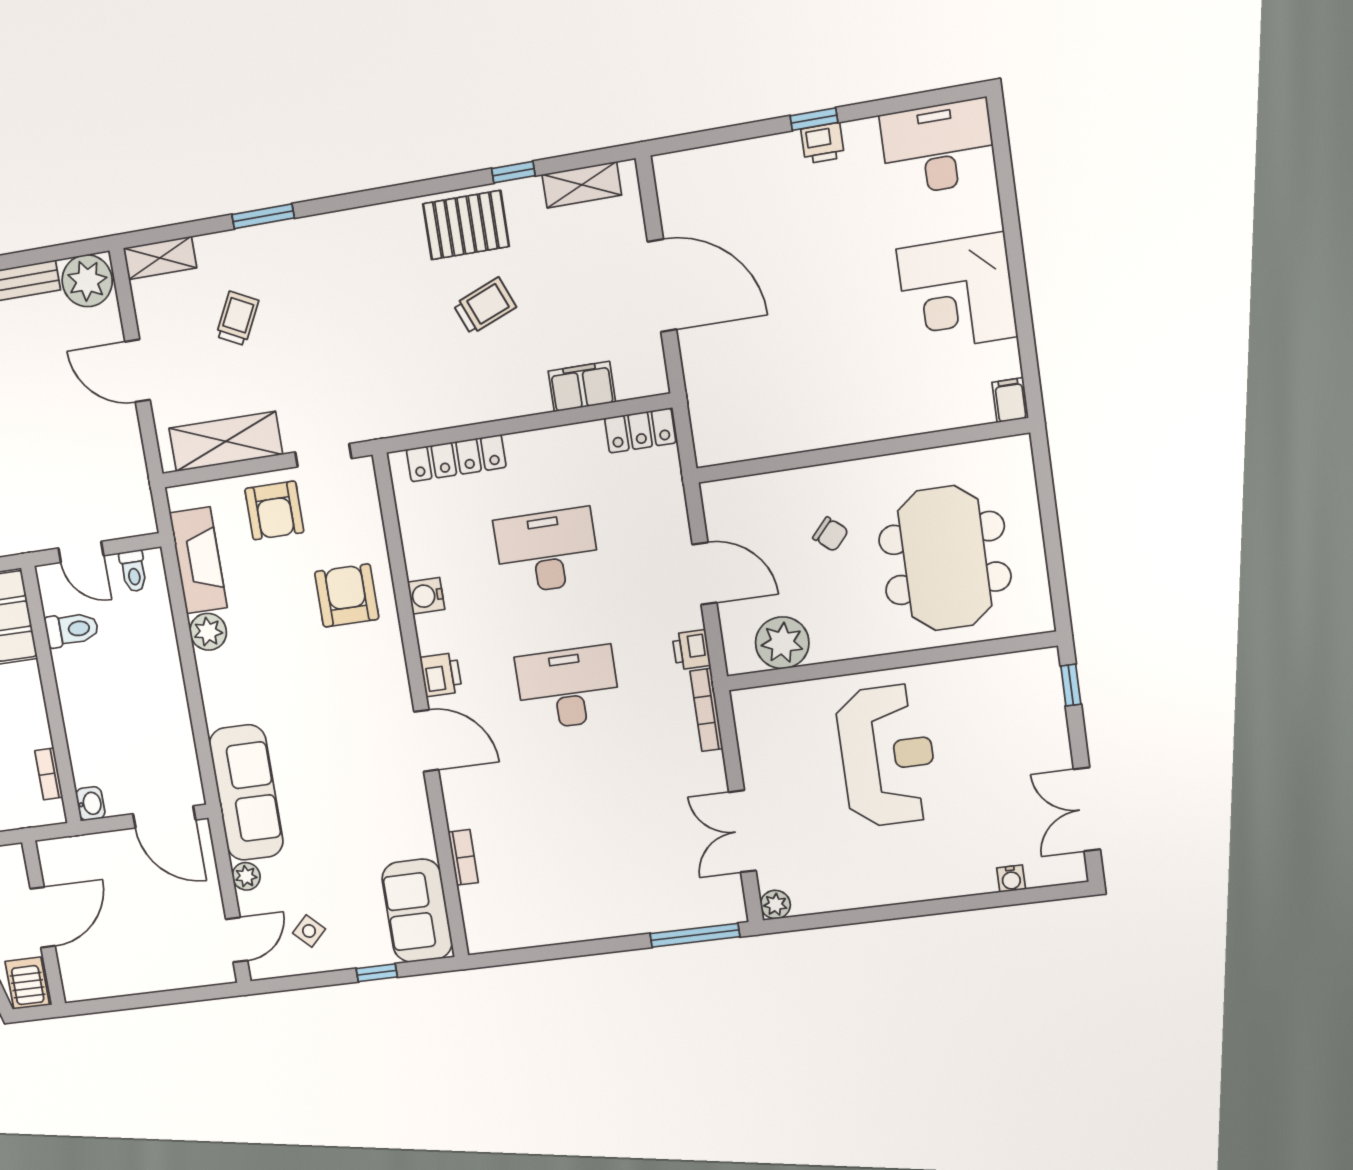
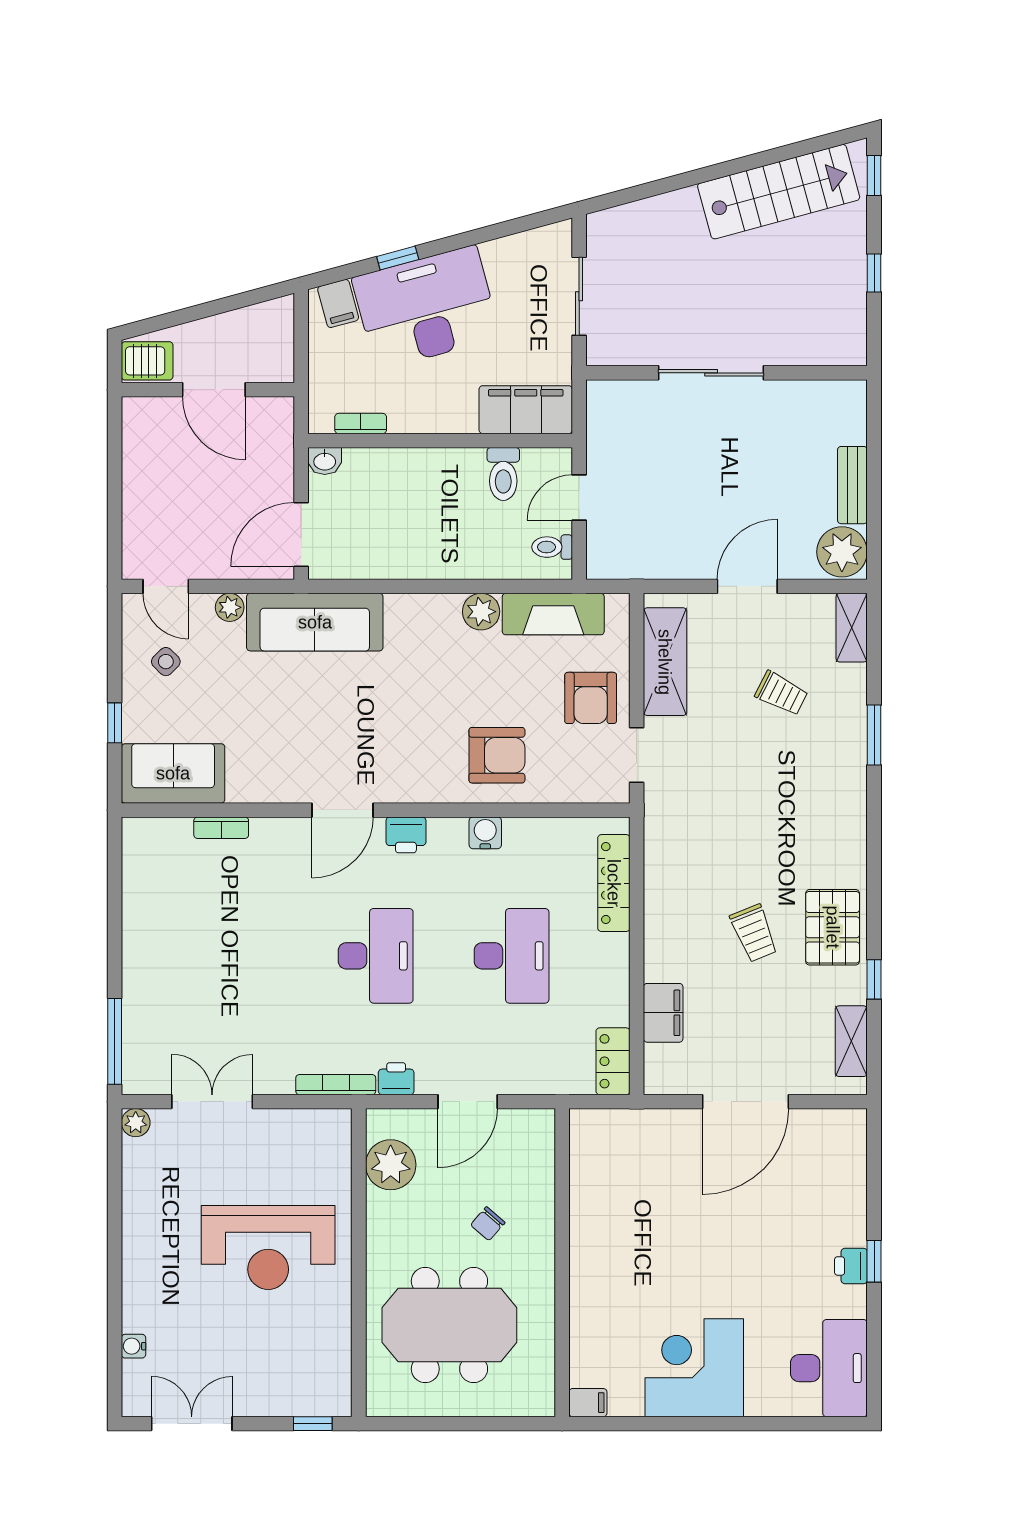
armchair: (274, 510) -> (591, 698), turned -90

